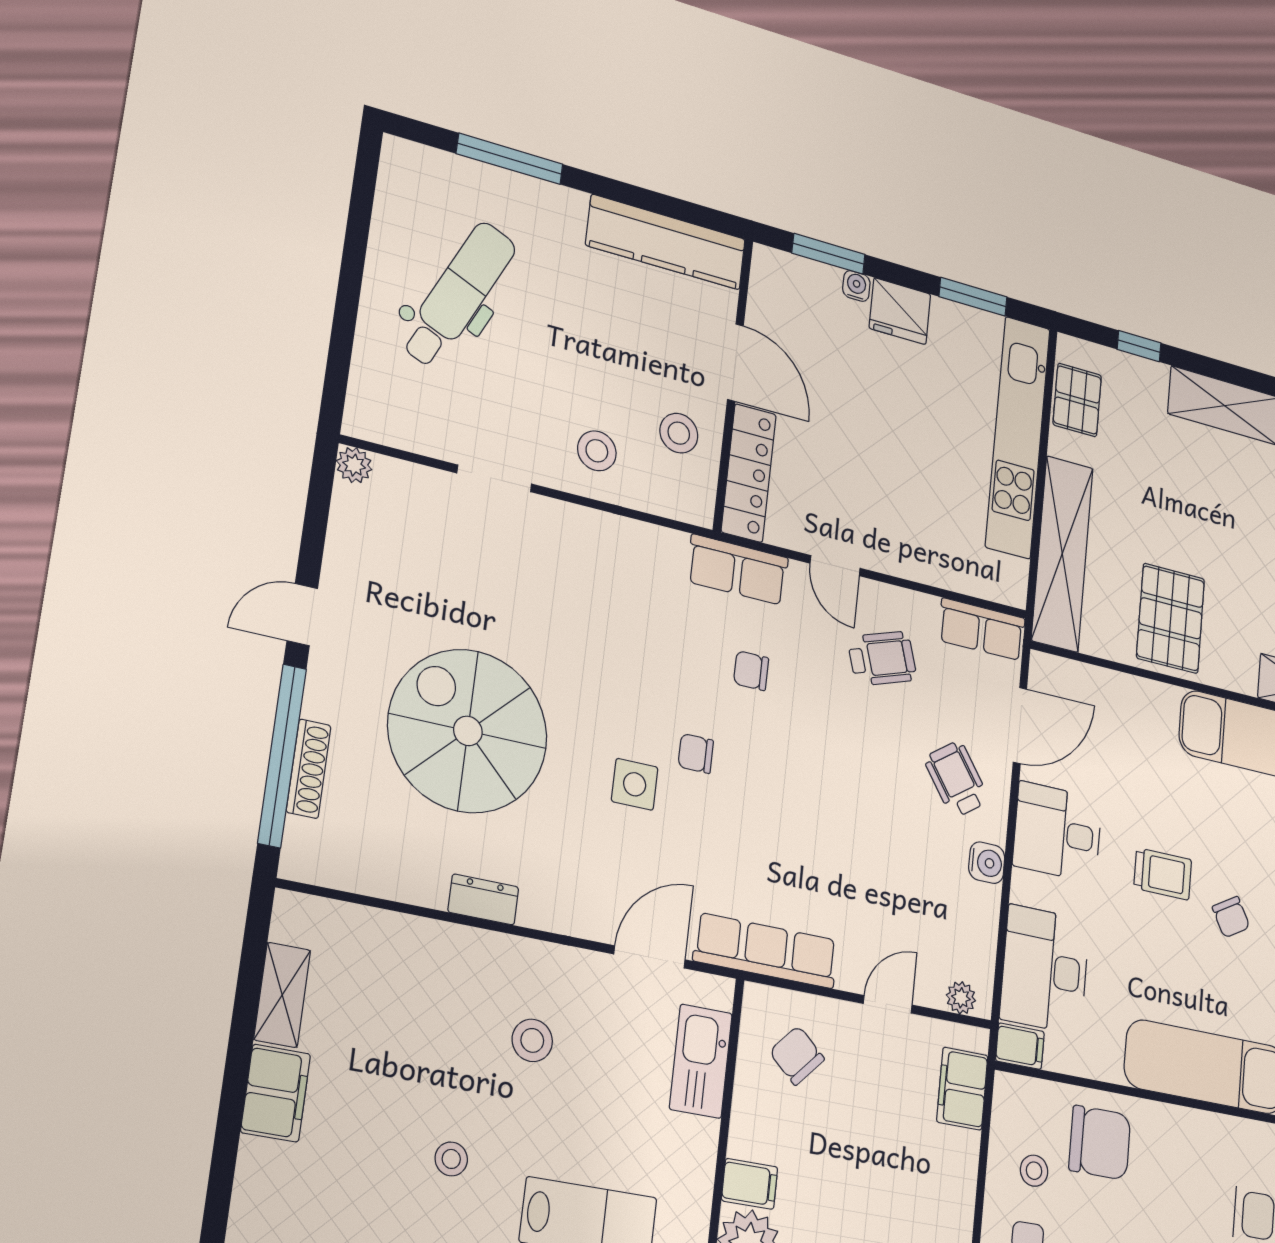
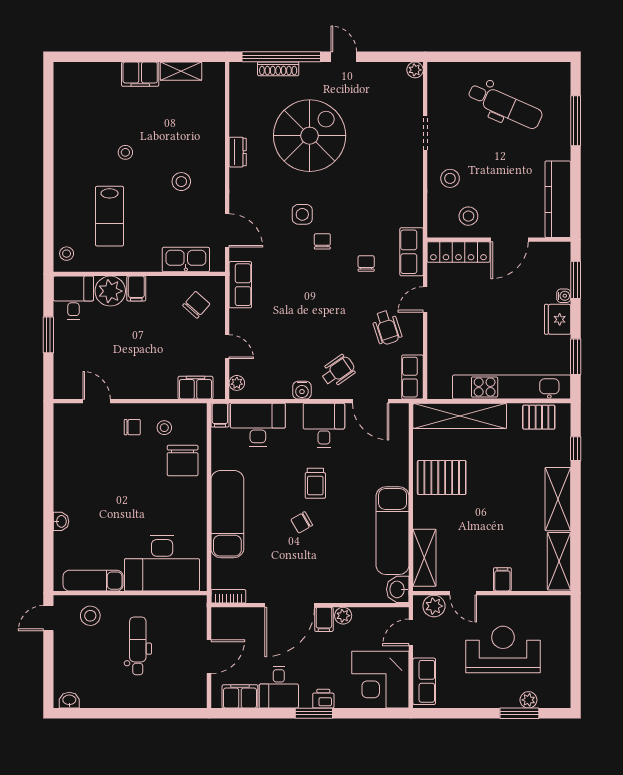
row of seats: (766, 951) -> (240, 285), width x0.68

